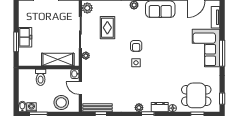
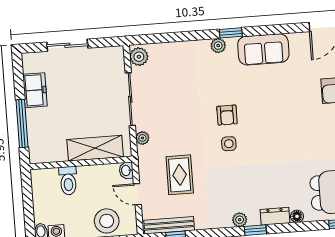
rug: (107, 28) -> (180, 175), moved
freezer: (25, 37) -> (35, 90), moved
window: (16, 42) -> (22, 123), width x1.44

